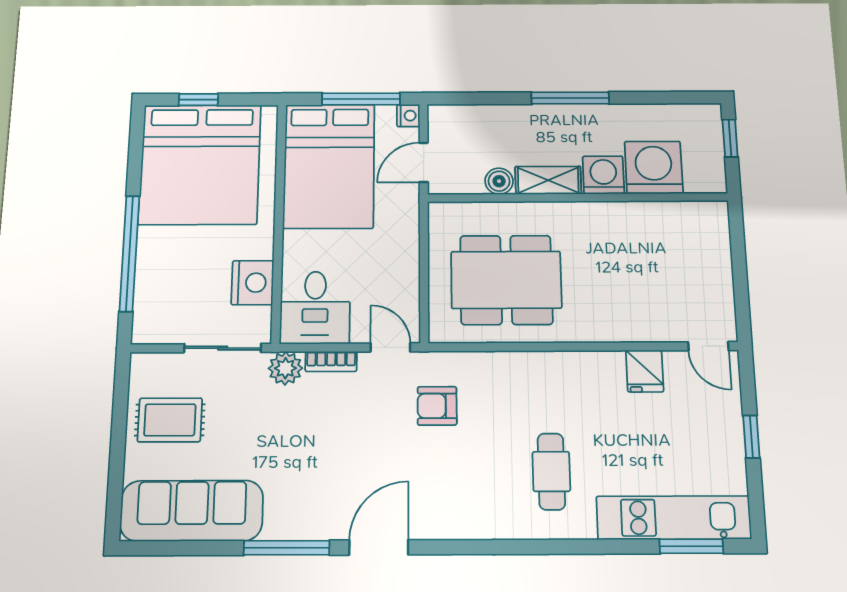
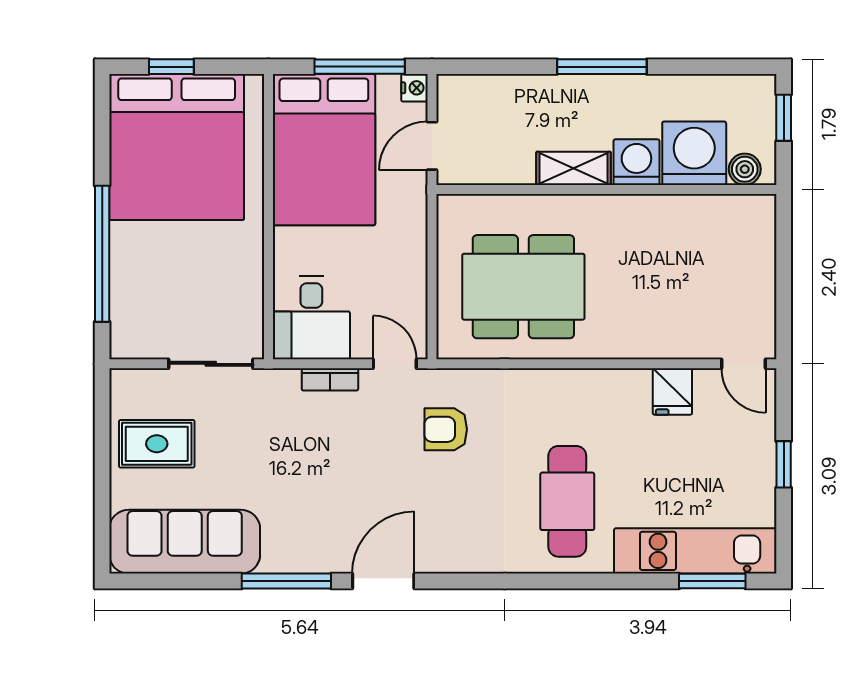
boiler: (499, 181) -> (745, 169), moved
nightstand: (253, 283) -> (241, 289), removed
plant: (285, 368) -> (280, 387), removed
cafe table: (551, 471) -> (567, 501), width x1.37, depth x1.35

